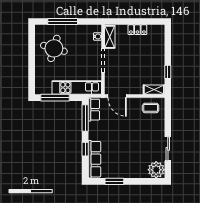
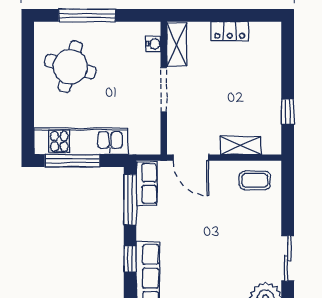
kitchen unit: (77, 88) -> (81, 141), moved
shelving: (154, 90) -> (240, 145), moved

